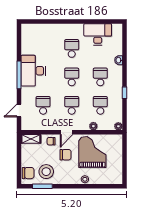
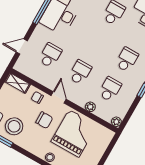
school desk: (72, 77) -> (97, 43), removed
door: (67, 132) -> (59, 97), swing flipped

